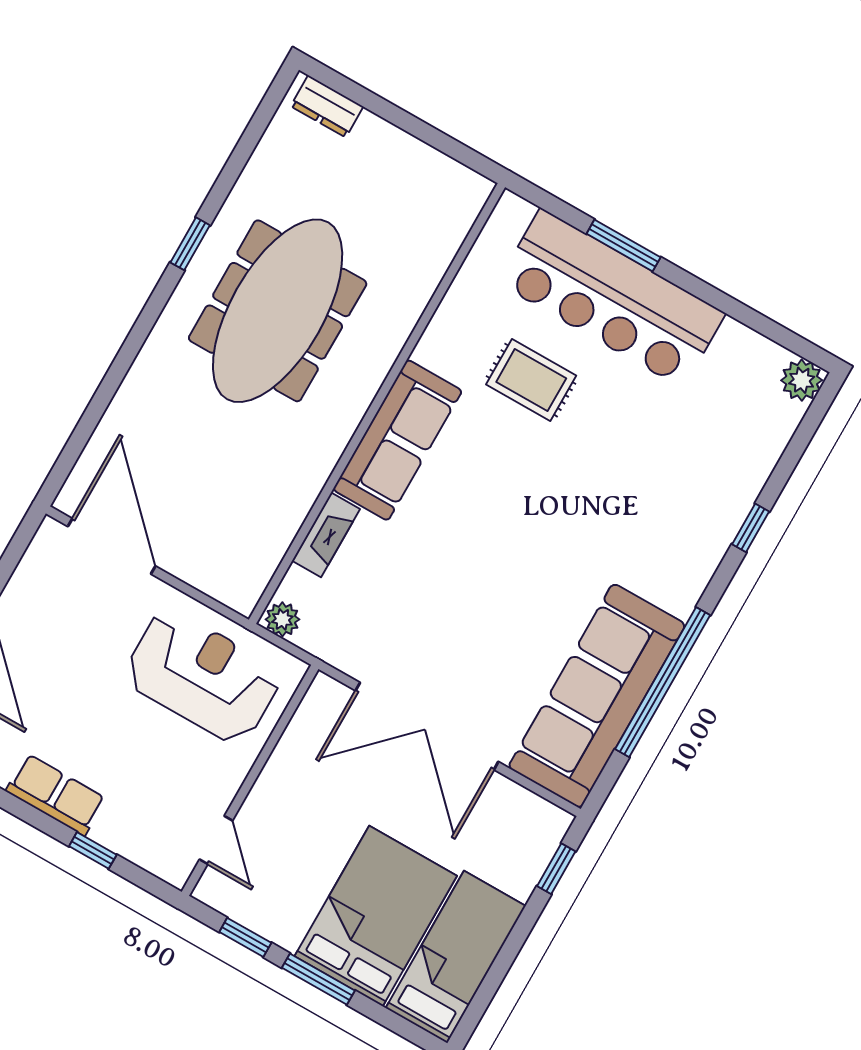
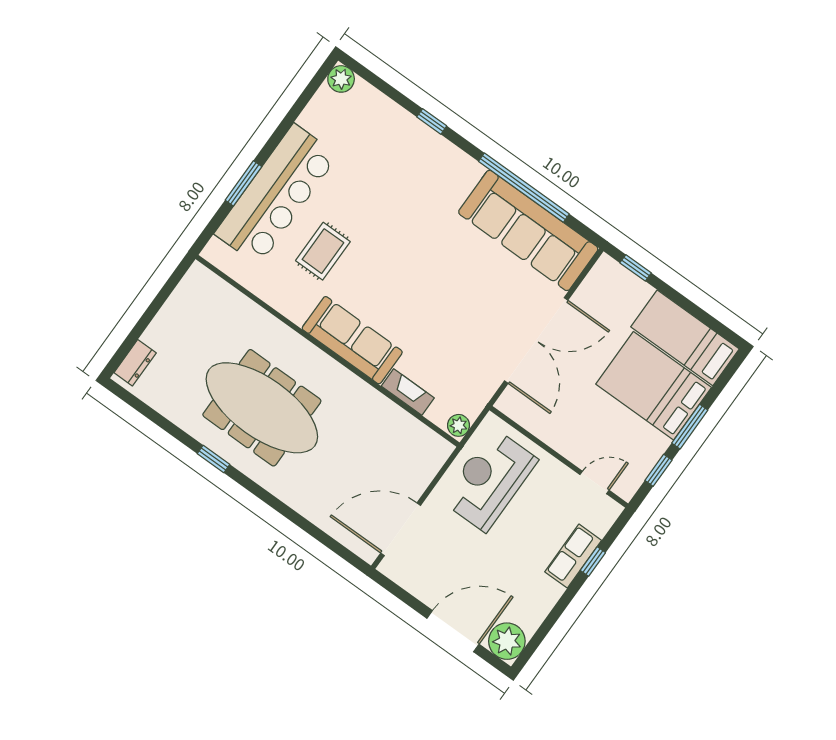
row of seats: (56, 795) -> (573, 556), moved

